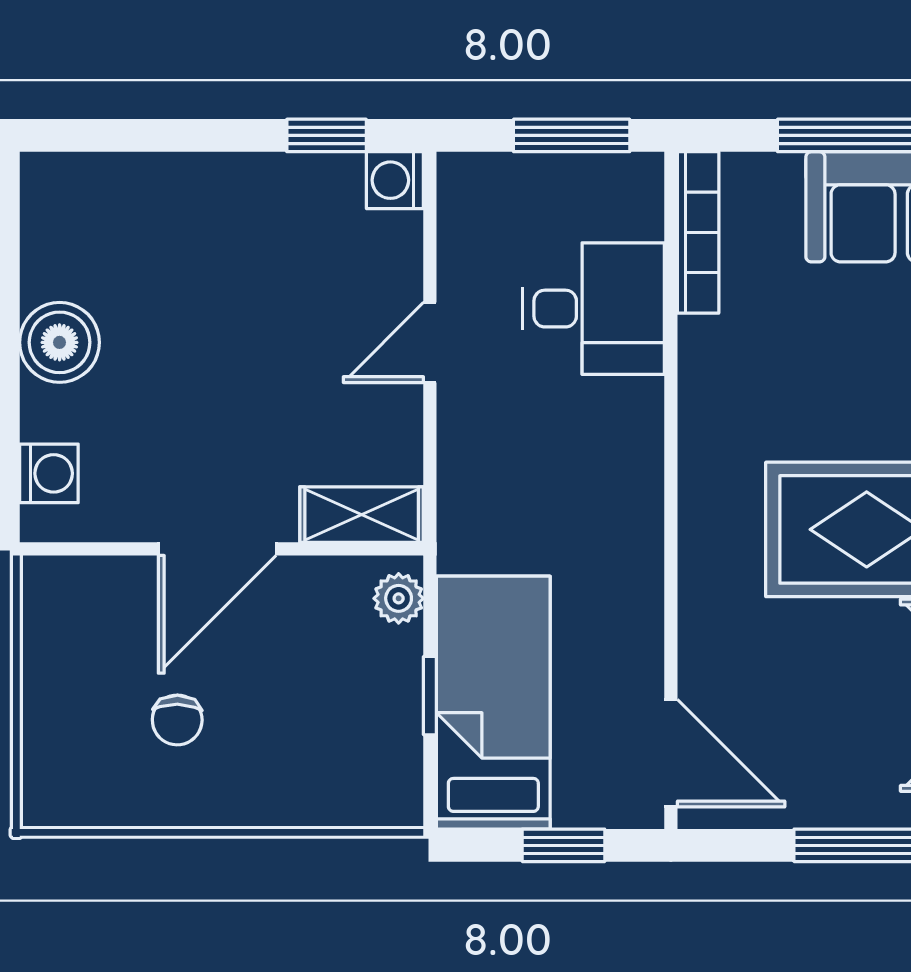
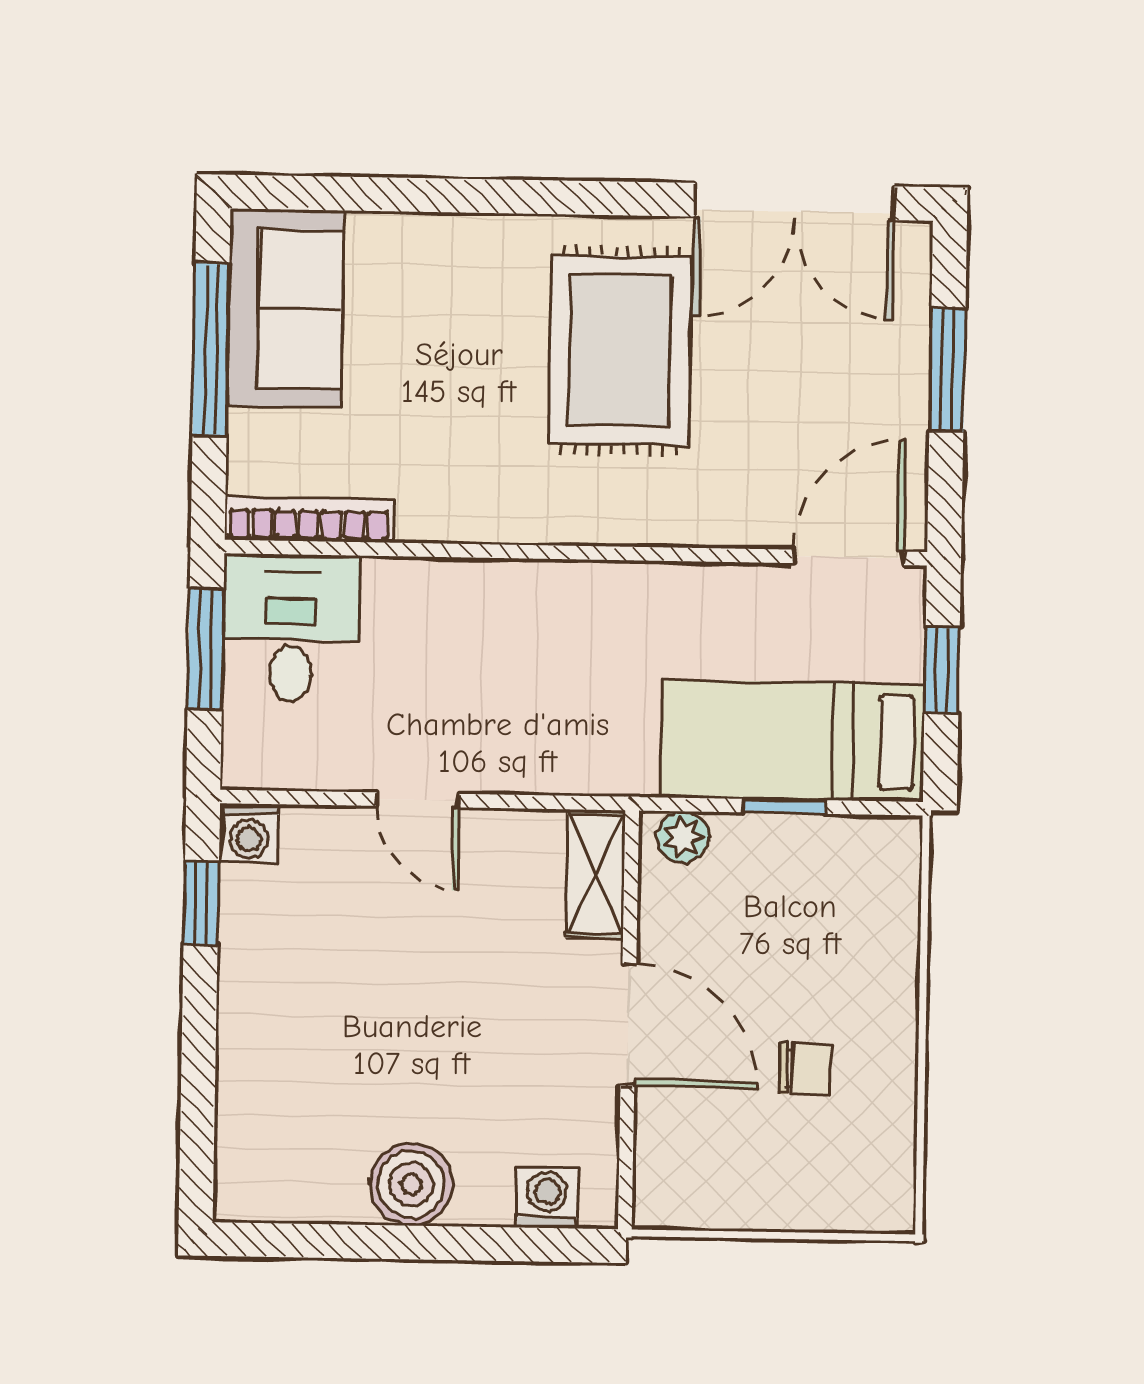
desk: (593, 309) -> (291, 628), moved

